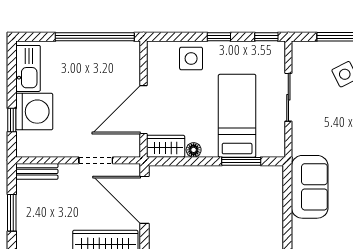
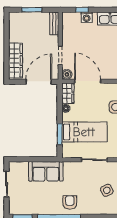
washing machine: (34, 112) -> (87, 17), width x0.53, depth x0.53
boiler: (131, 148) -> (67, 74), added

